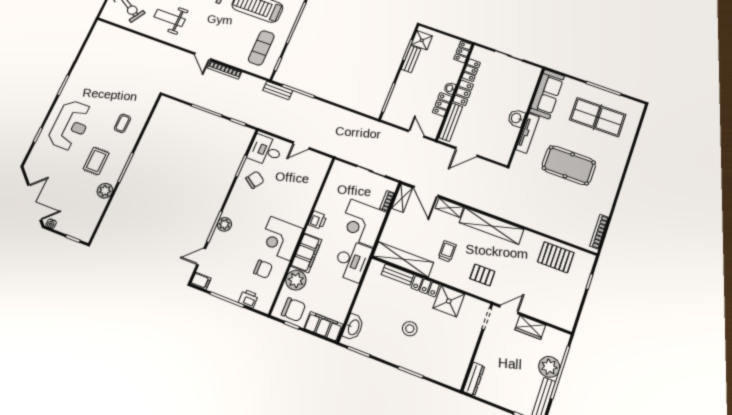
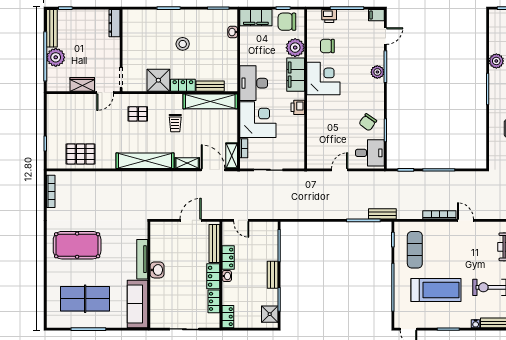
bench: (411, 59) -> (273, 275), moved
pool table: (569, 165) -> (77, 245), moved
washbasin: (353, 327) -> (233, 32), width x0.52, depth x0.69

